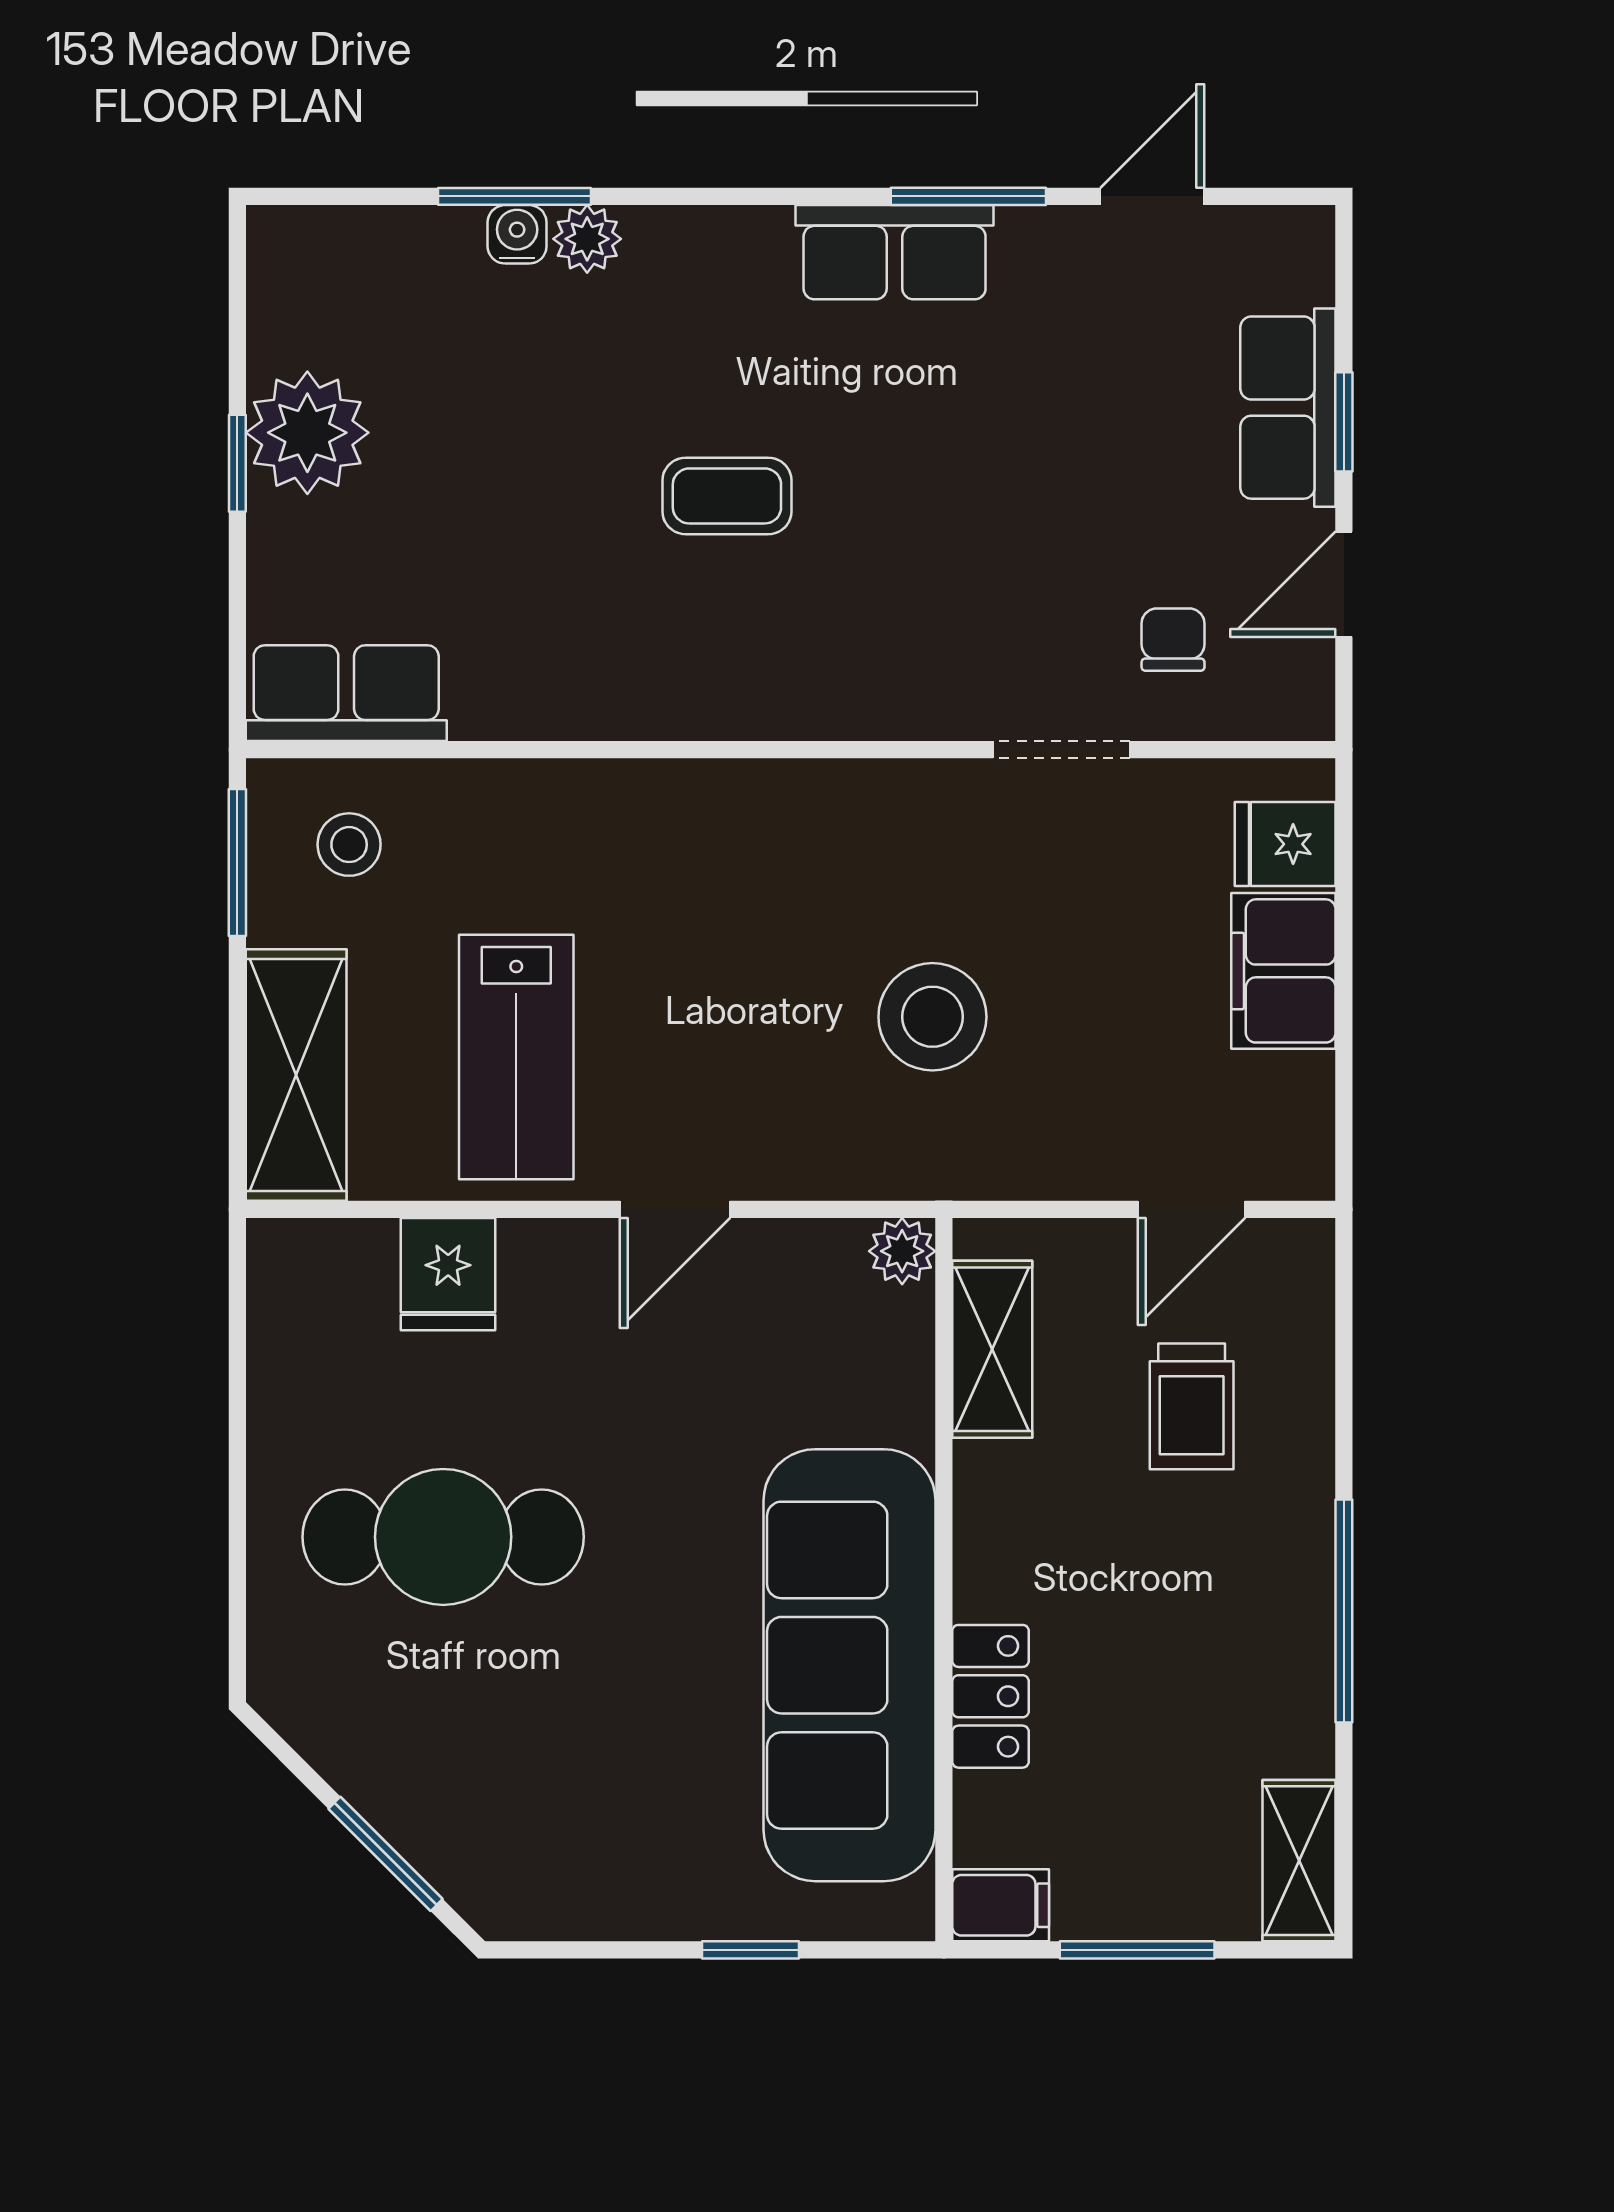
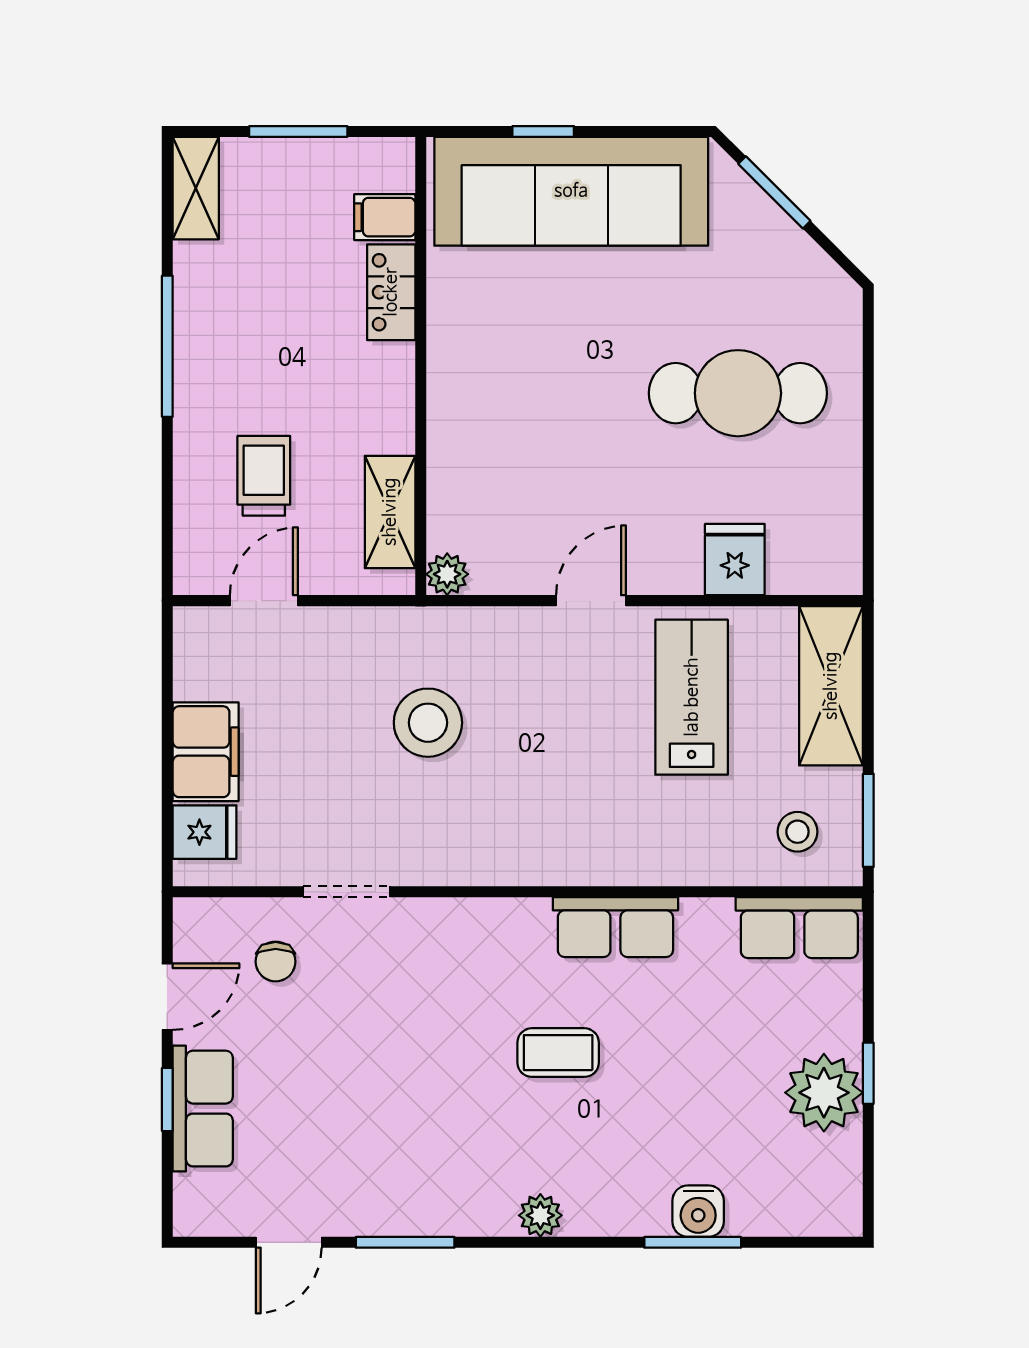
water cooler: (517, 234) -> (698, 1211), width x1.38, depth x1.38
plant: (587, 239) -> (540, 1215), moved
row of seats: (895, 252) -> (615, 927), moved, turned 180
sofa: (849, 1665) -> (571, 191), moved, turned 90
filing cabinet: (1001, 1905) -> (385, 217), moved

